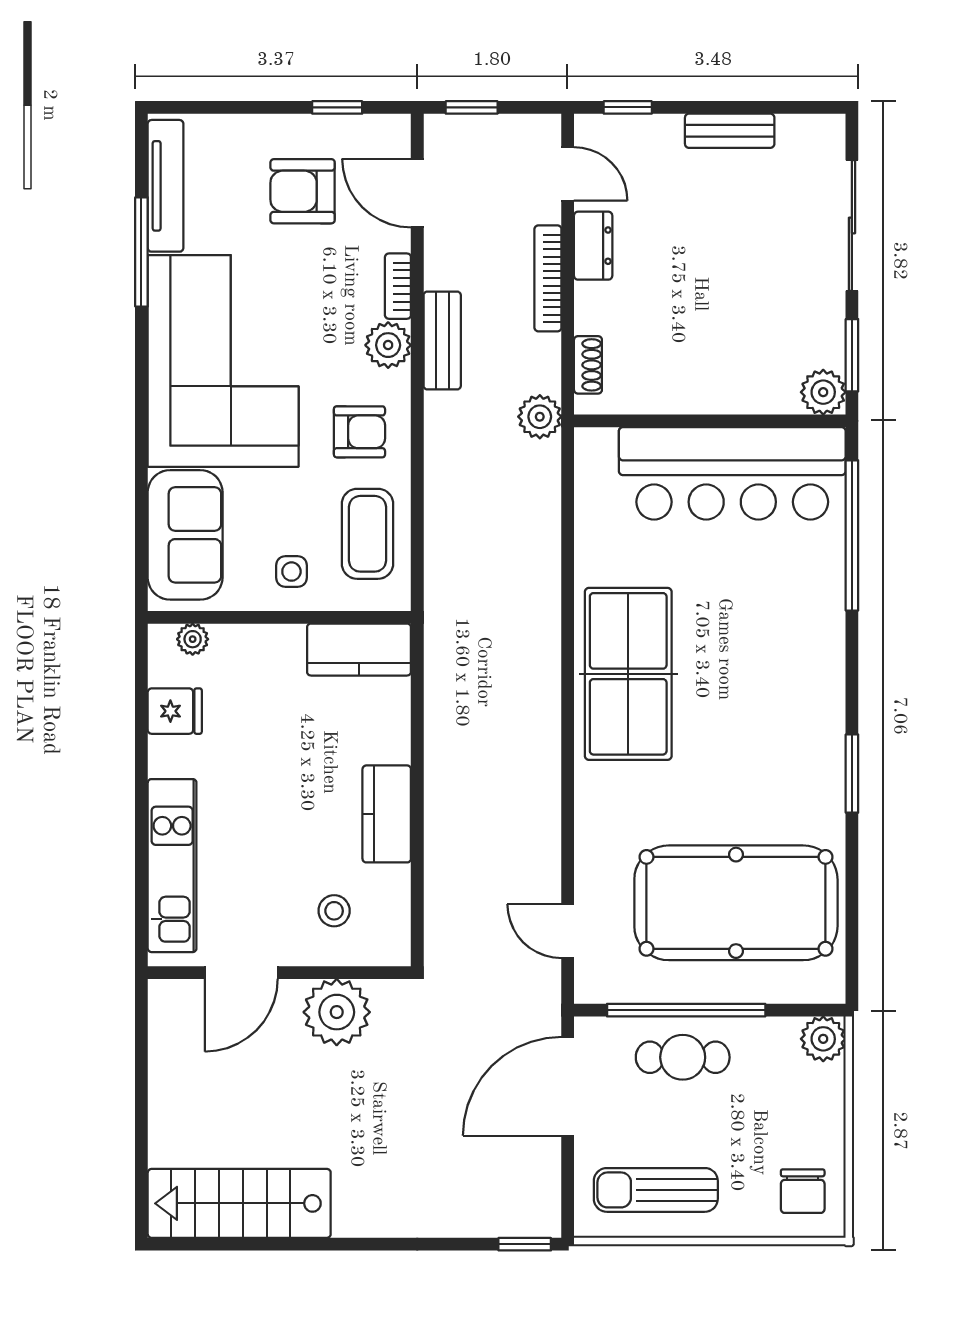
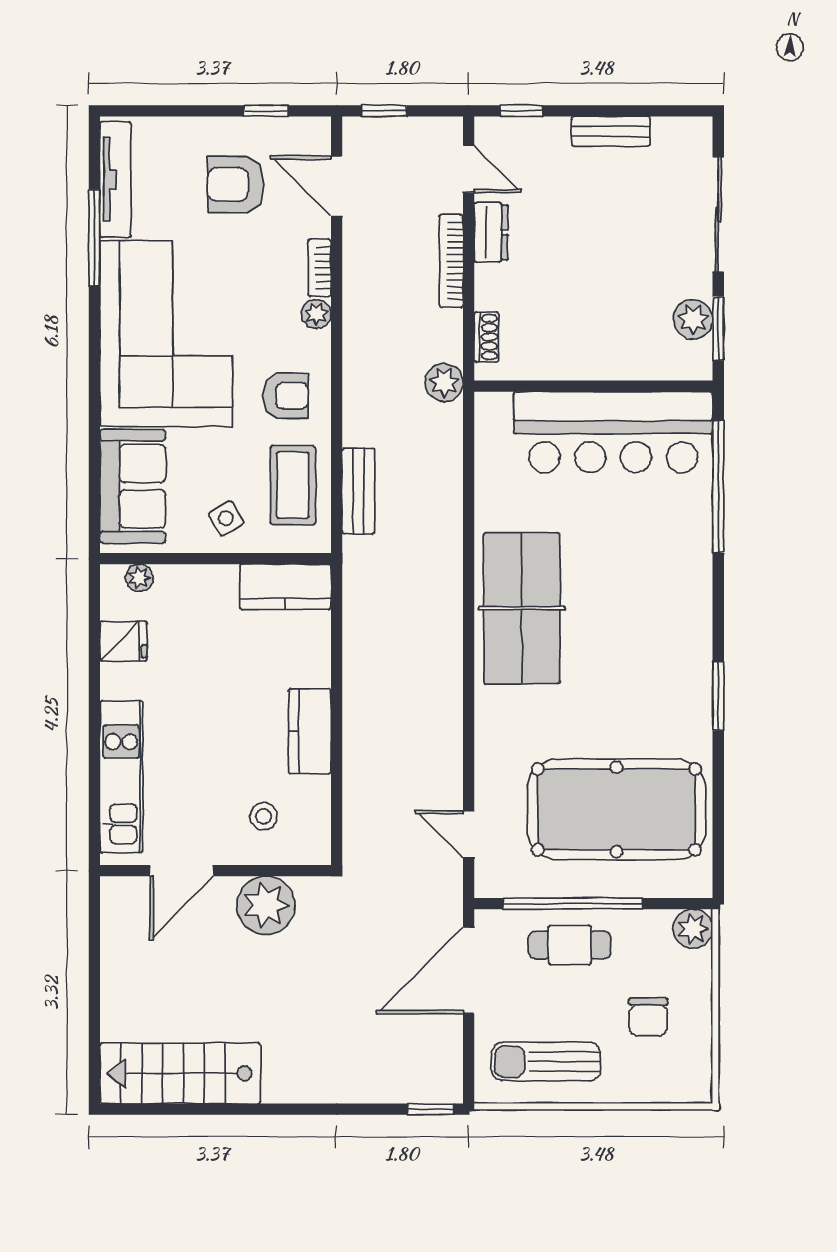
bench: (442, 341) -> (358, 491), moved
plant: (388, 345) -> (316, 314), width x0.73, depth x0.73
plant: (823, 392) -> (693, 319), moved
side table: (291, 572) -> (226, 518), turned -31
chair: (803, 1191) -> (648, 1017), moved

